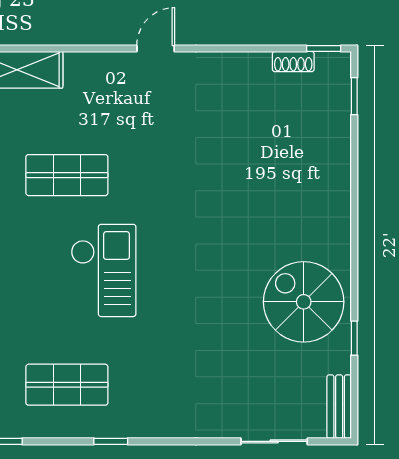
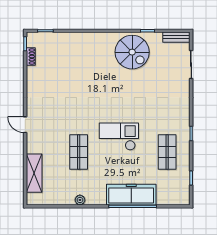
door: (156, 48) -> (25, 125), moved
spiral stairs: (304, 302) -> (132, 52), turned -90

